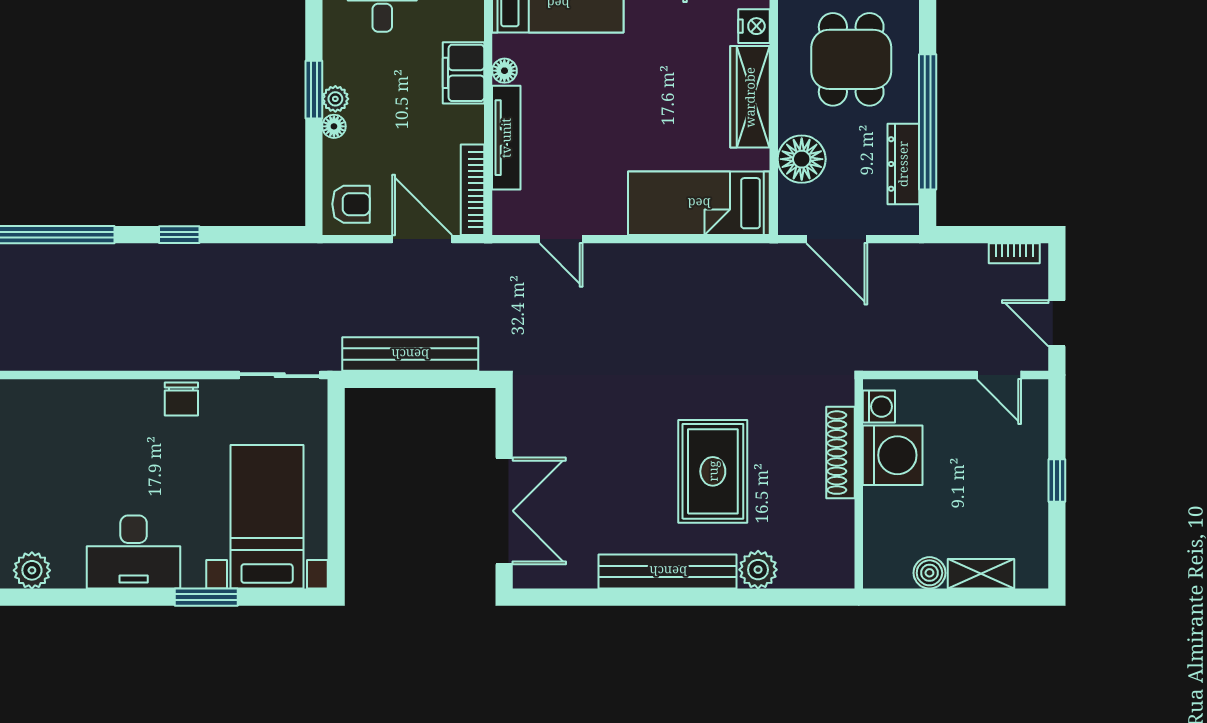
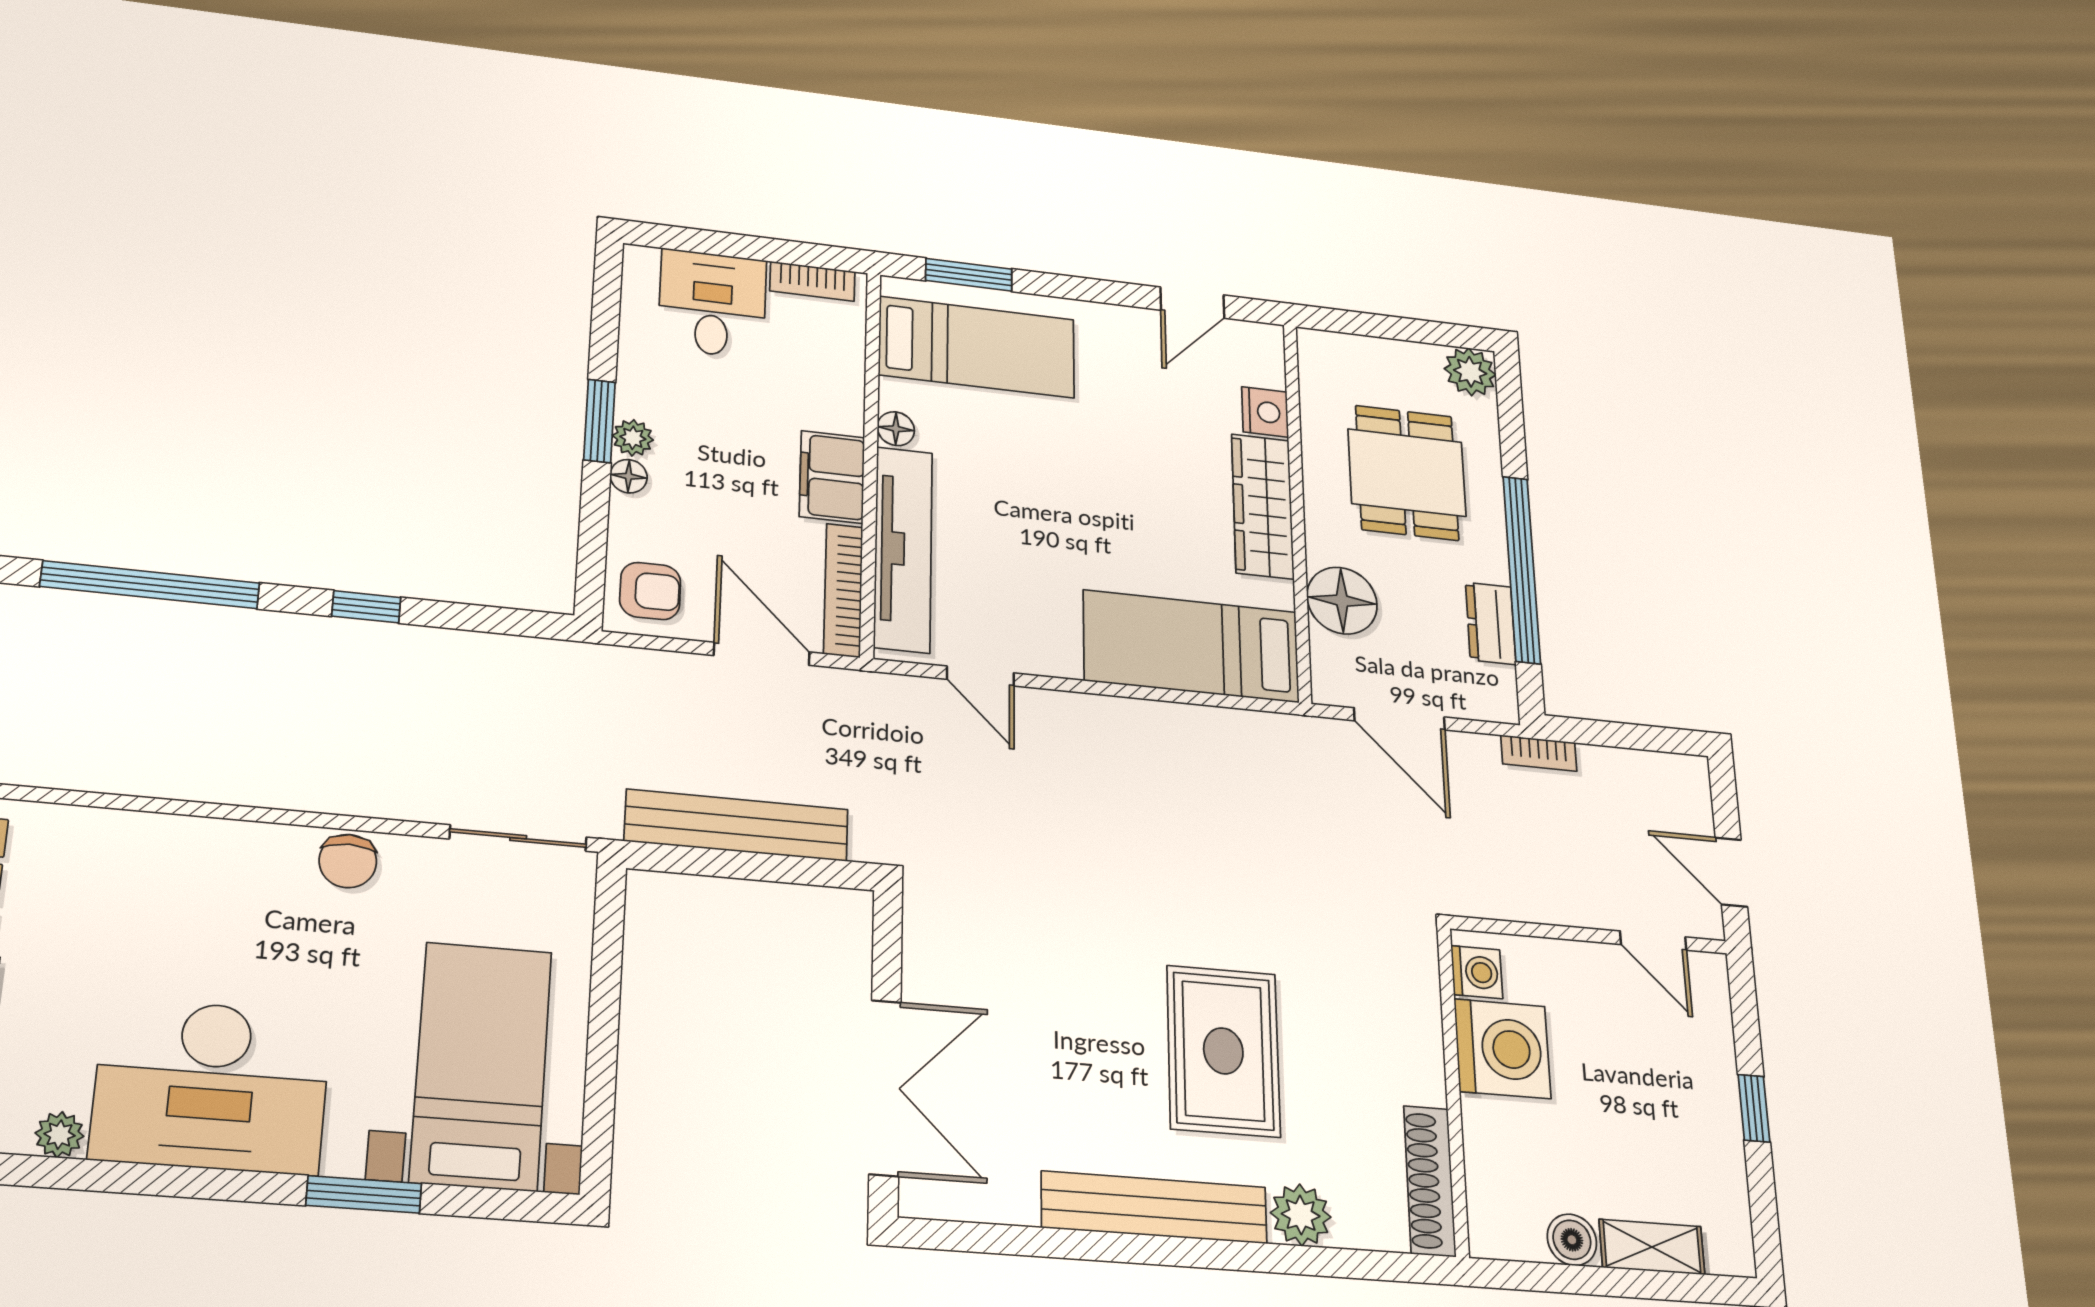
filing cabinet: (464, 73) -> (832, 477), moved
tv unit: (506, 138) -> (903, 549), width x1.36, depth x1.29
dresser: (903, 164) -> (1491, 623), width x0.70
bookcase: (1014, 253) -> (1539, 753), moved
shoe rack: (840, 453) -> (1430, 1181), moved
desk: (134, 552) -> (211, 1086), width x1.36, depth x1.30
plant: (32, 570) -> (60, 1135), width x0.73, depth x0.73

